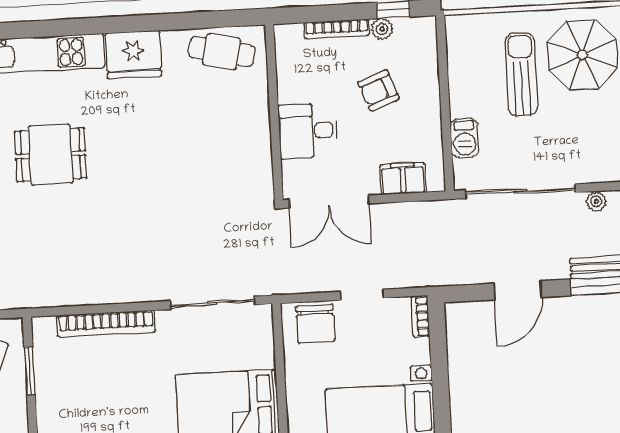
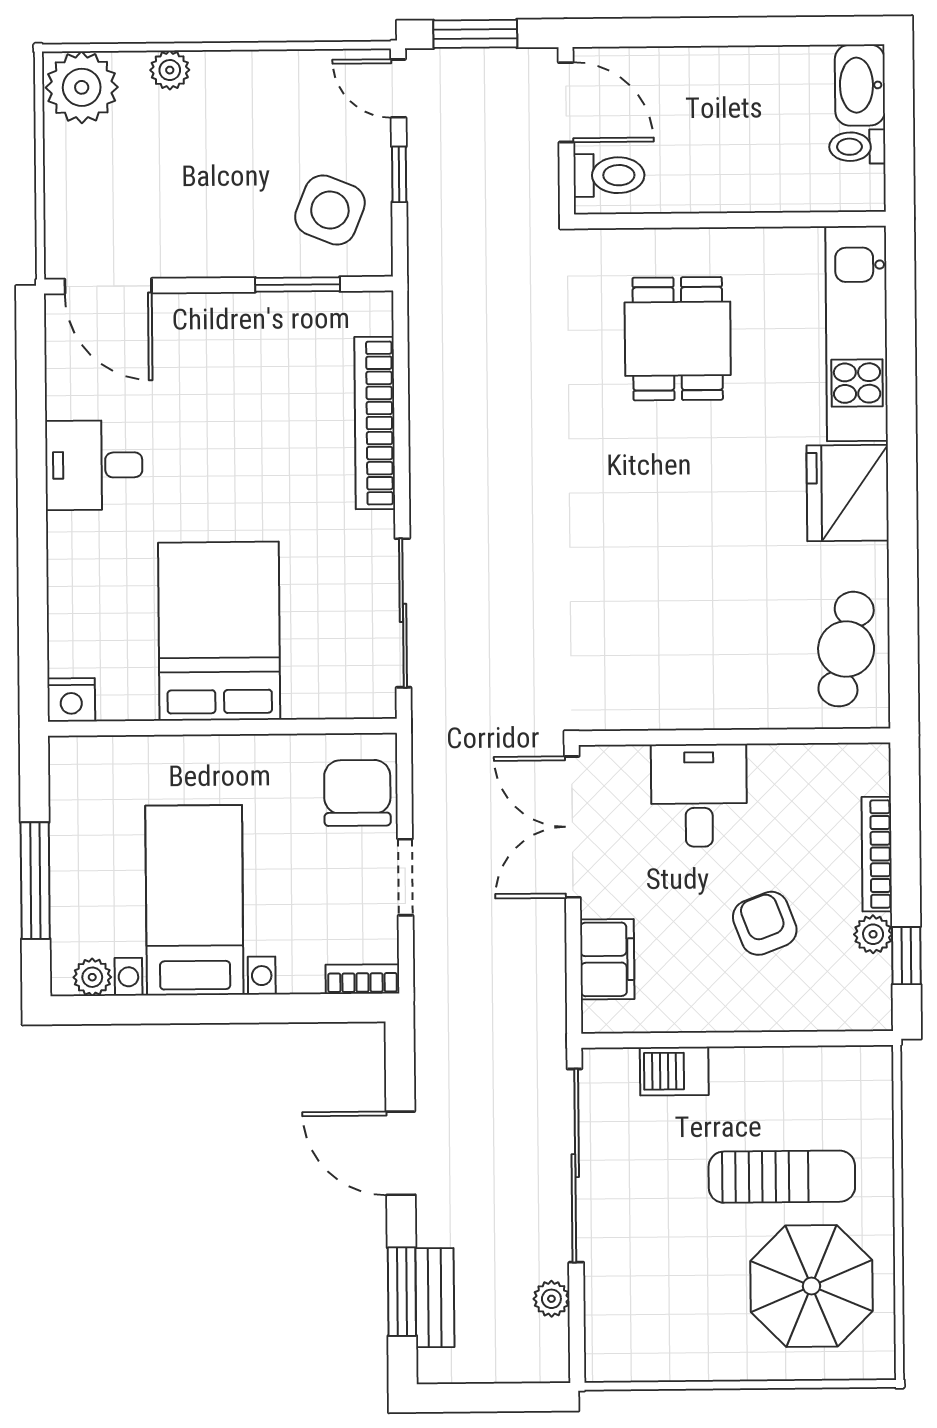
chair: (315, 324) -> (357, 793), turned 90

